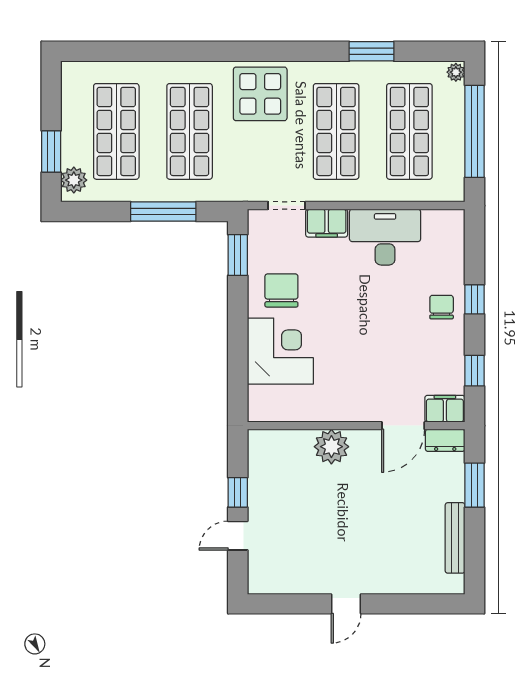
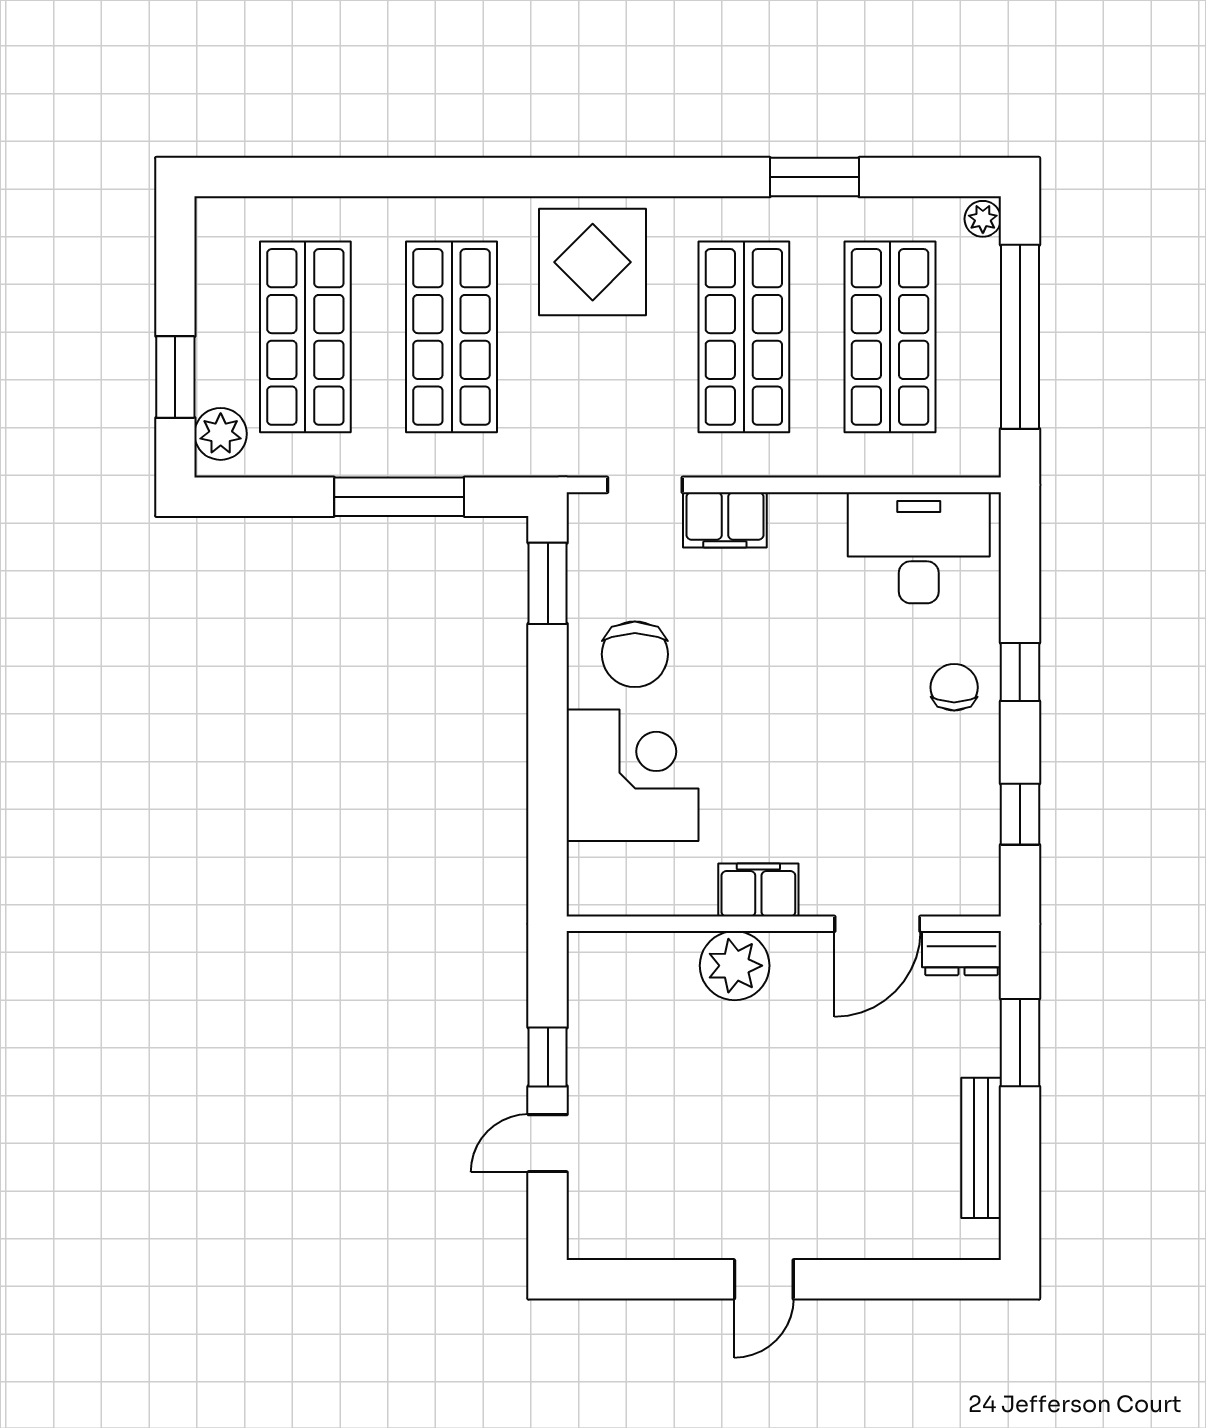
desk: (385, 237) -> (919, 548), moved
chair: (281, 290) -> (635, 654), turned 180
filing cabinet: (445, 409) -> (758, 890), moved

